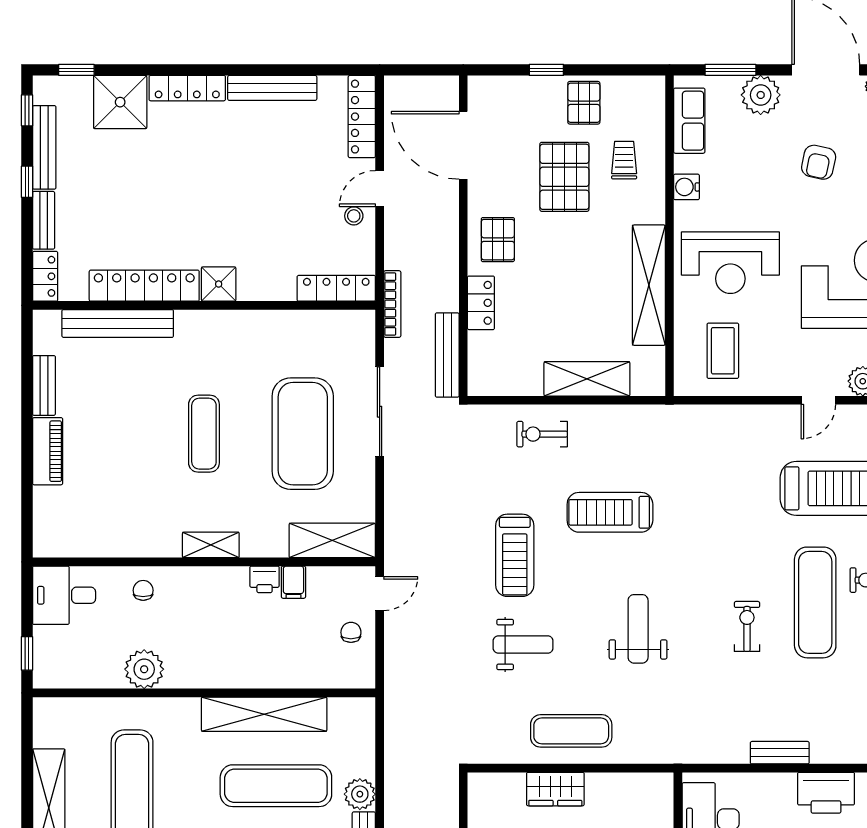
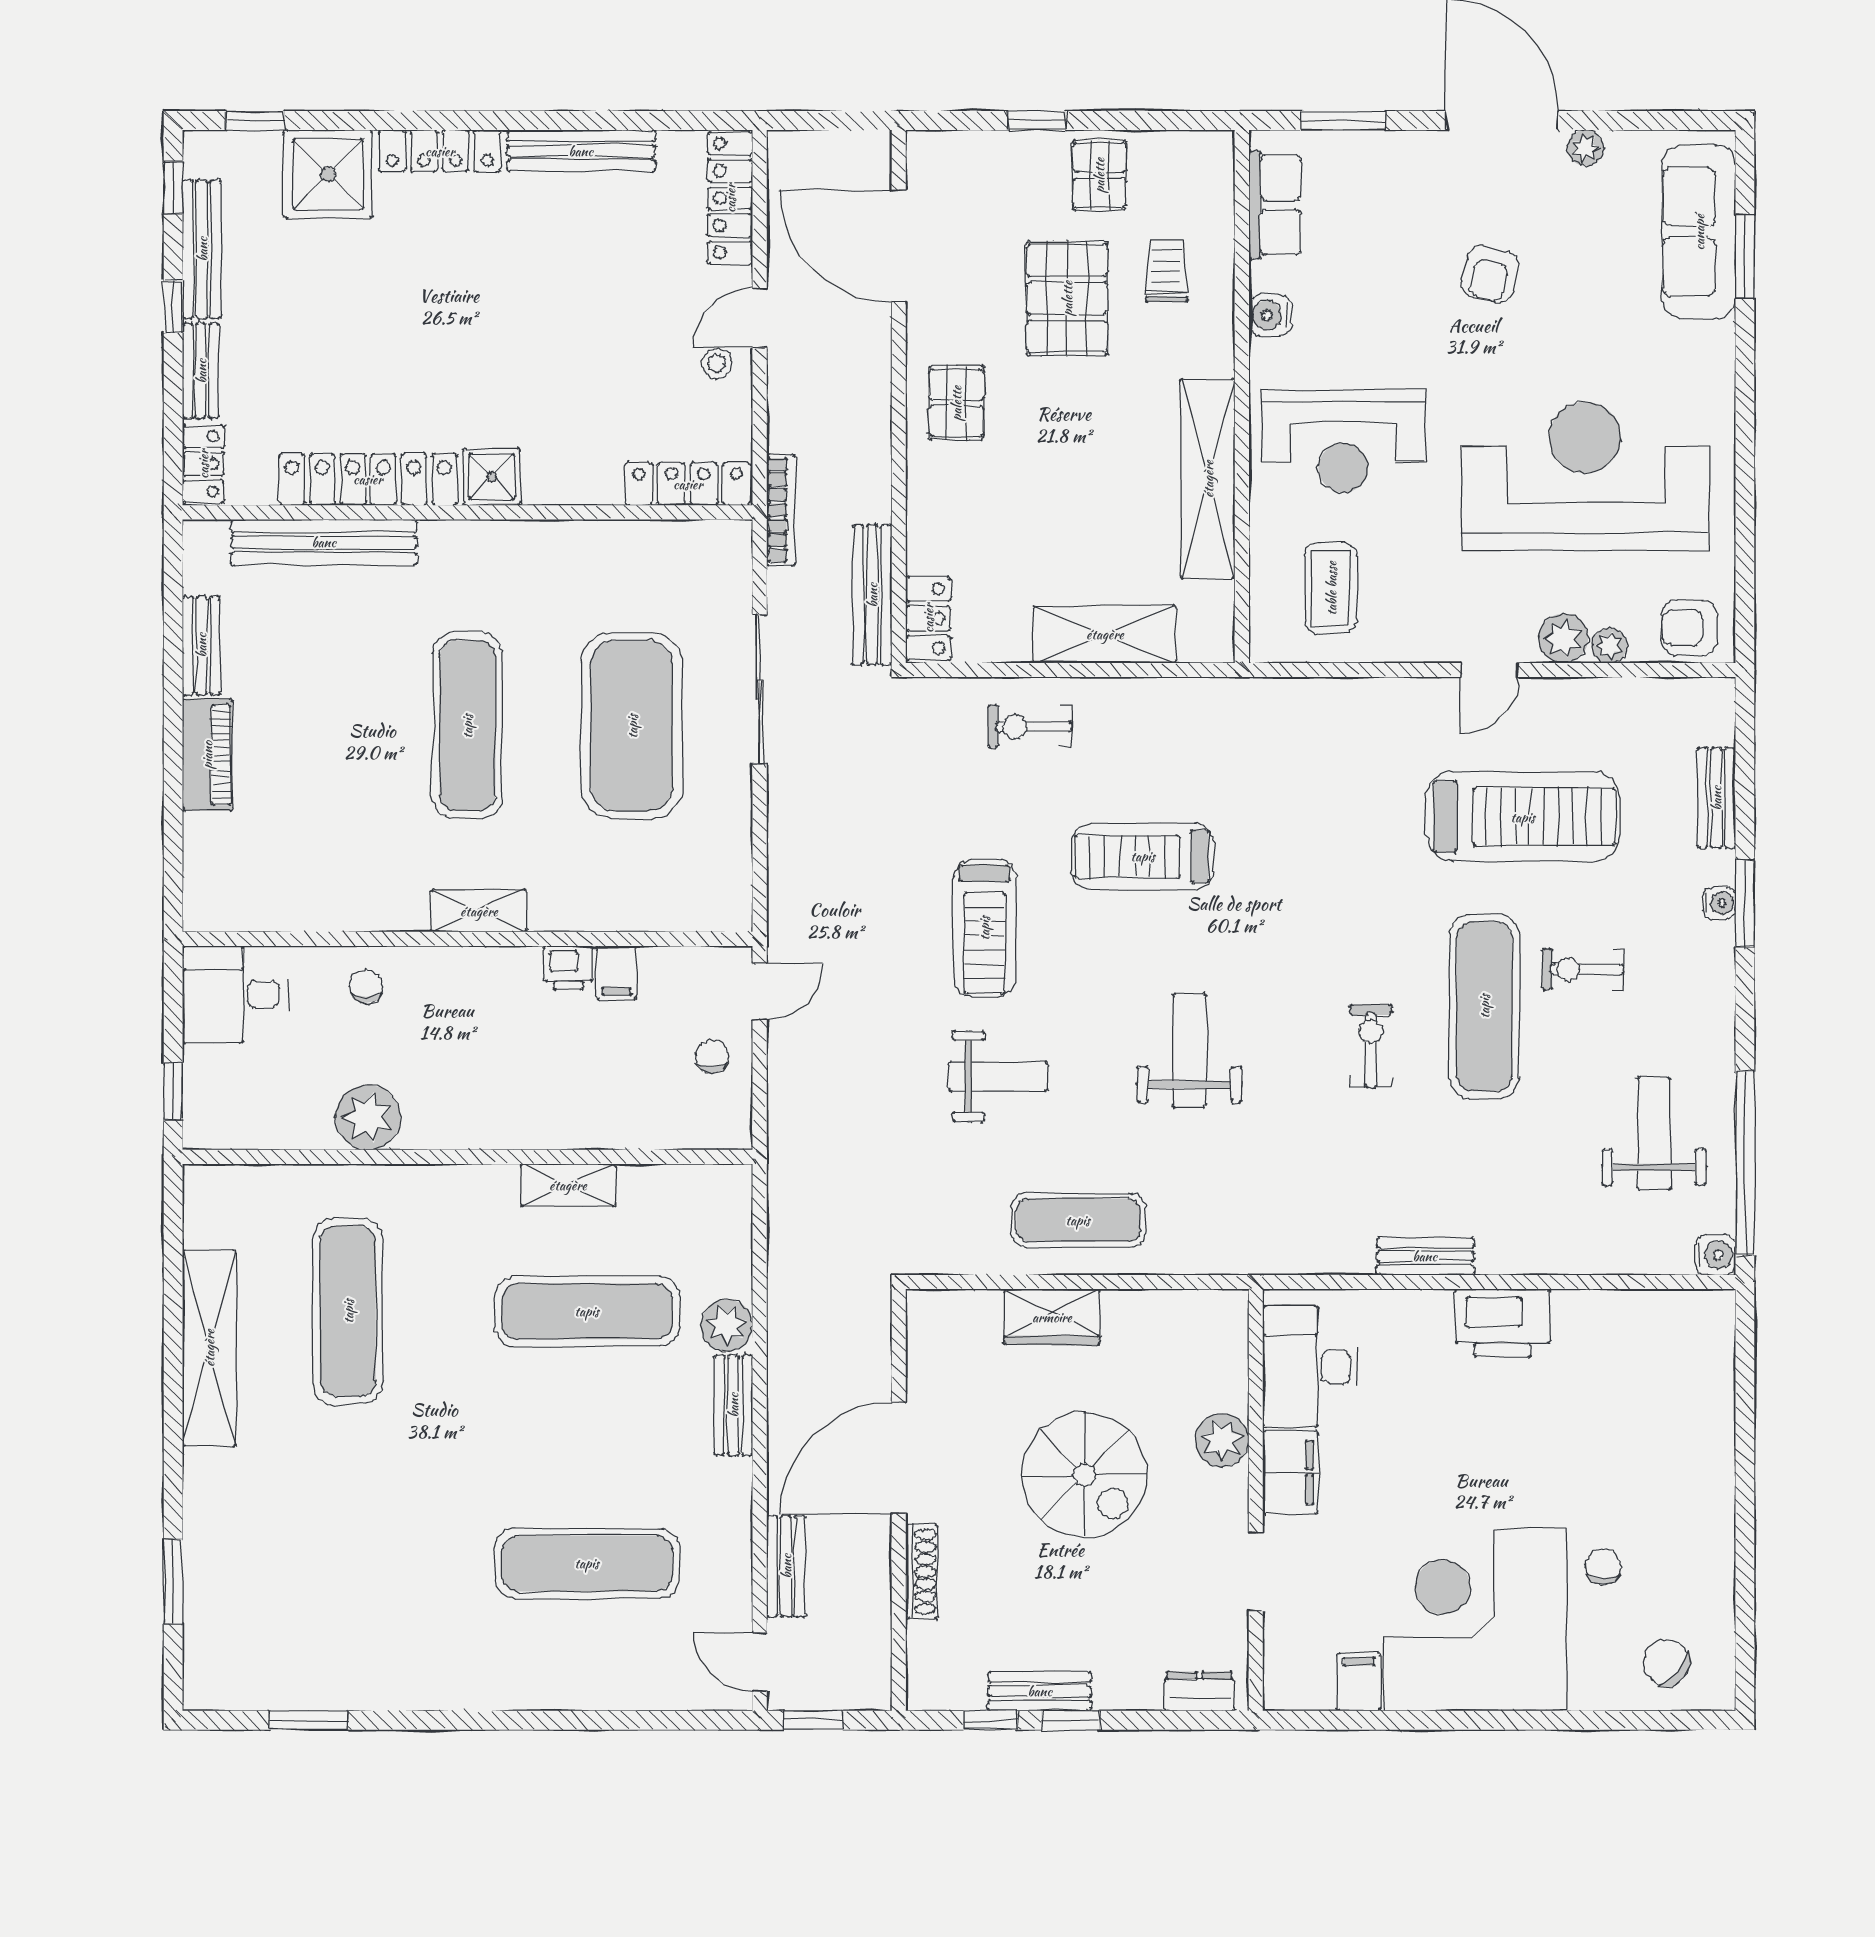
plant: (761, 95) -> (1394, 162), removed
locker: (481, 303) -> (928, 618), moved
exercise mat: (204, 434) -> (467, 726), width x1.36, depth x1.45
shelving: (332, 540) -> (681, 903), removed
shelving: (264, 714) -> (568, 1185), width x0.45, depth x0.75

